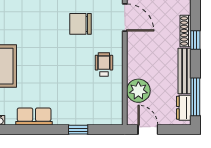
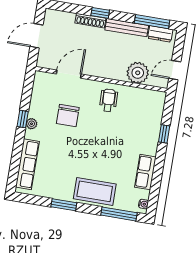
wheelchair: (104, 65) -> (109, 100), turned 88

